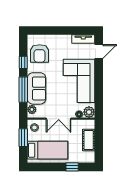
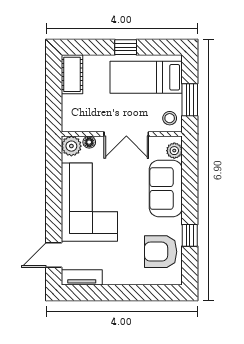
armchair: (40, 53) -> (161, 252), turned -90
window: (23, 90) -> (190, 186), removed
double door: (59, 119) -> (126, 134), swing flipped
cot: (89, 140) -> (72, 74), moved
window: (72, 167) -> (126, 47), moved

